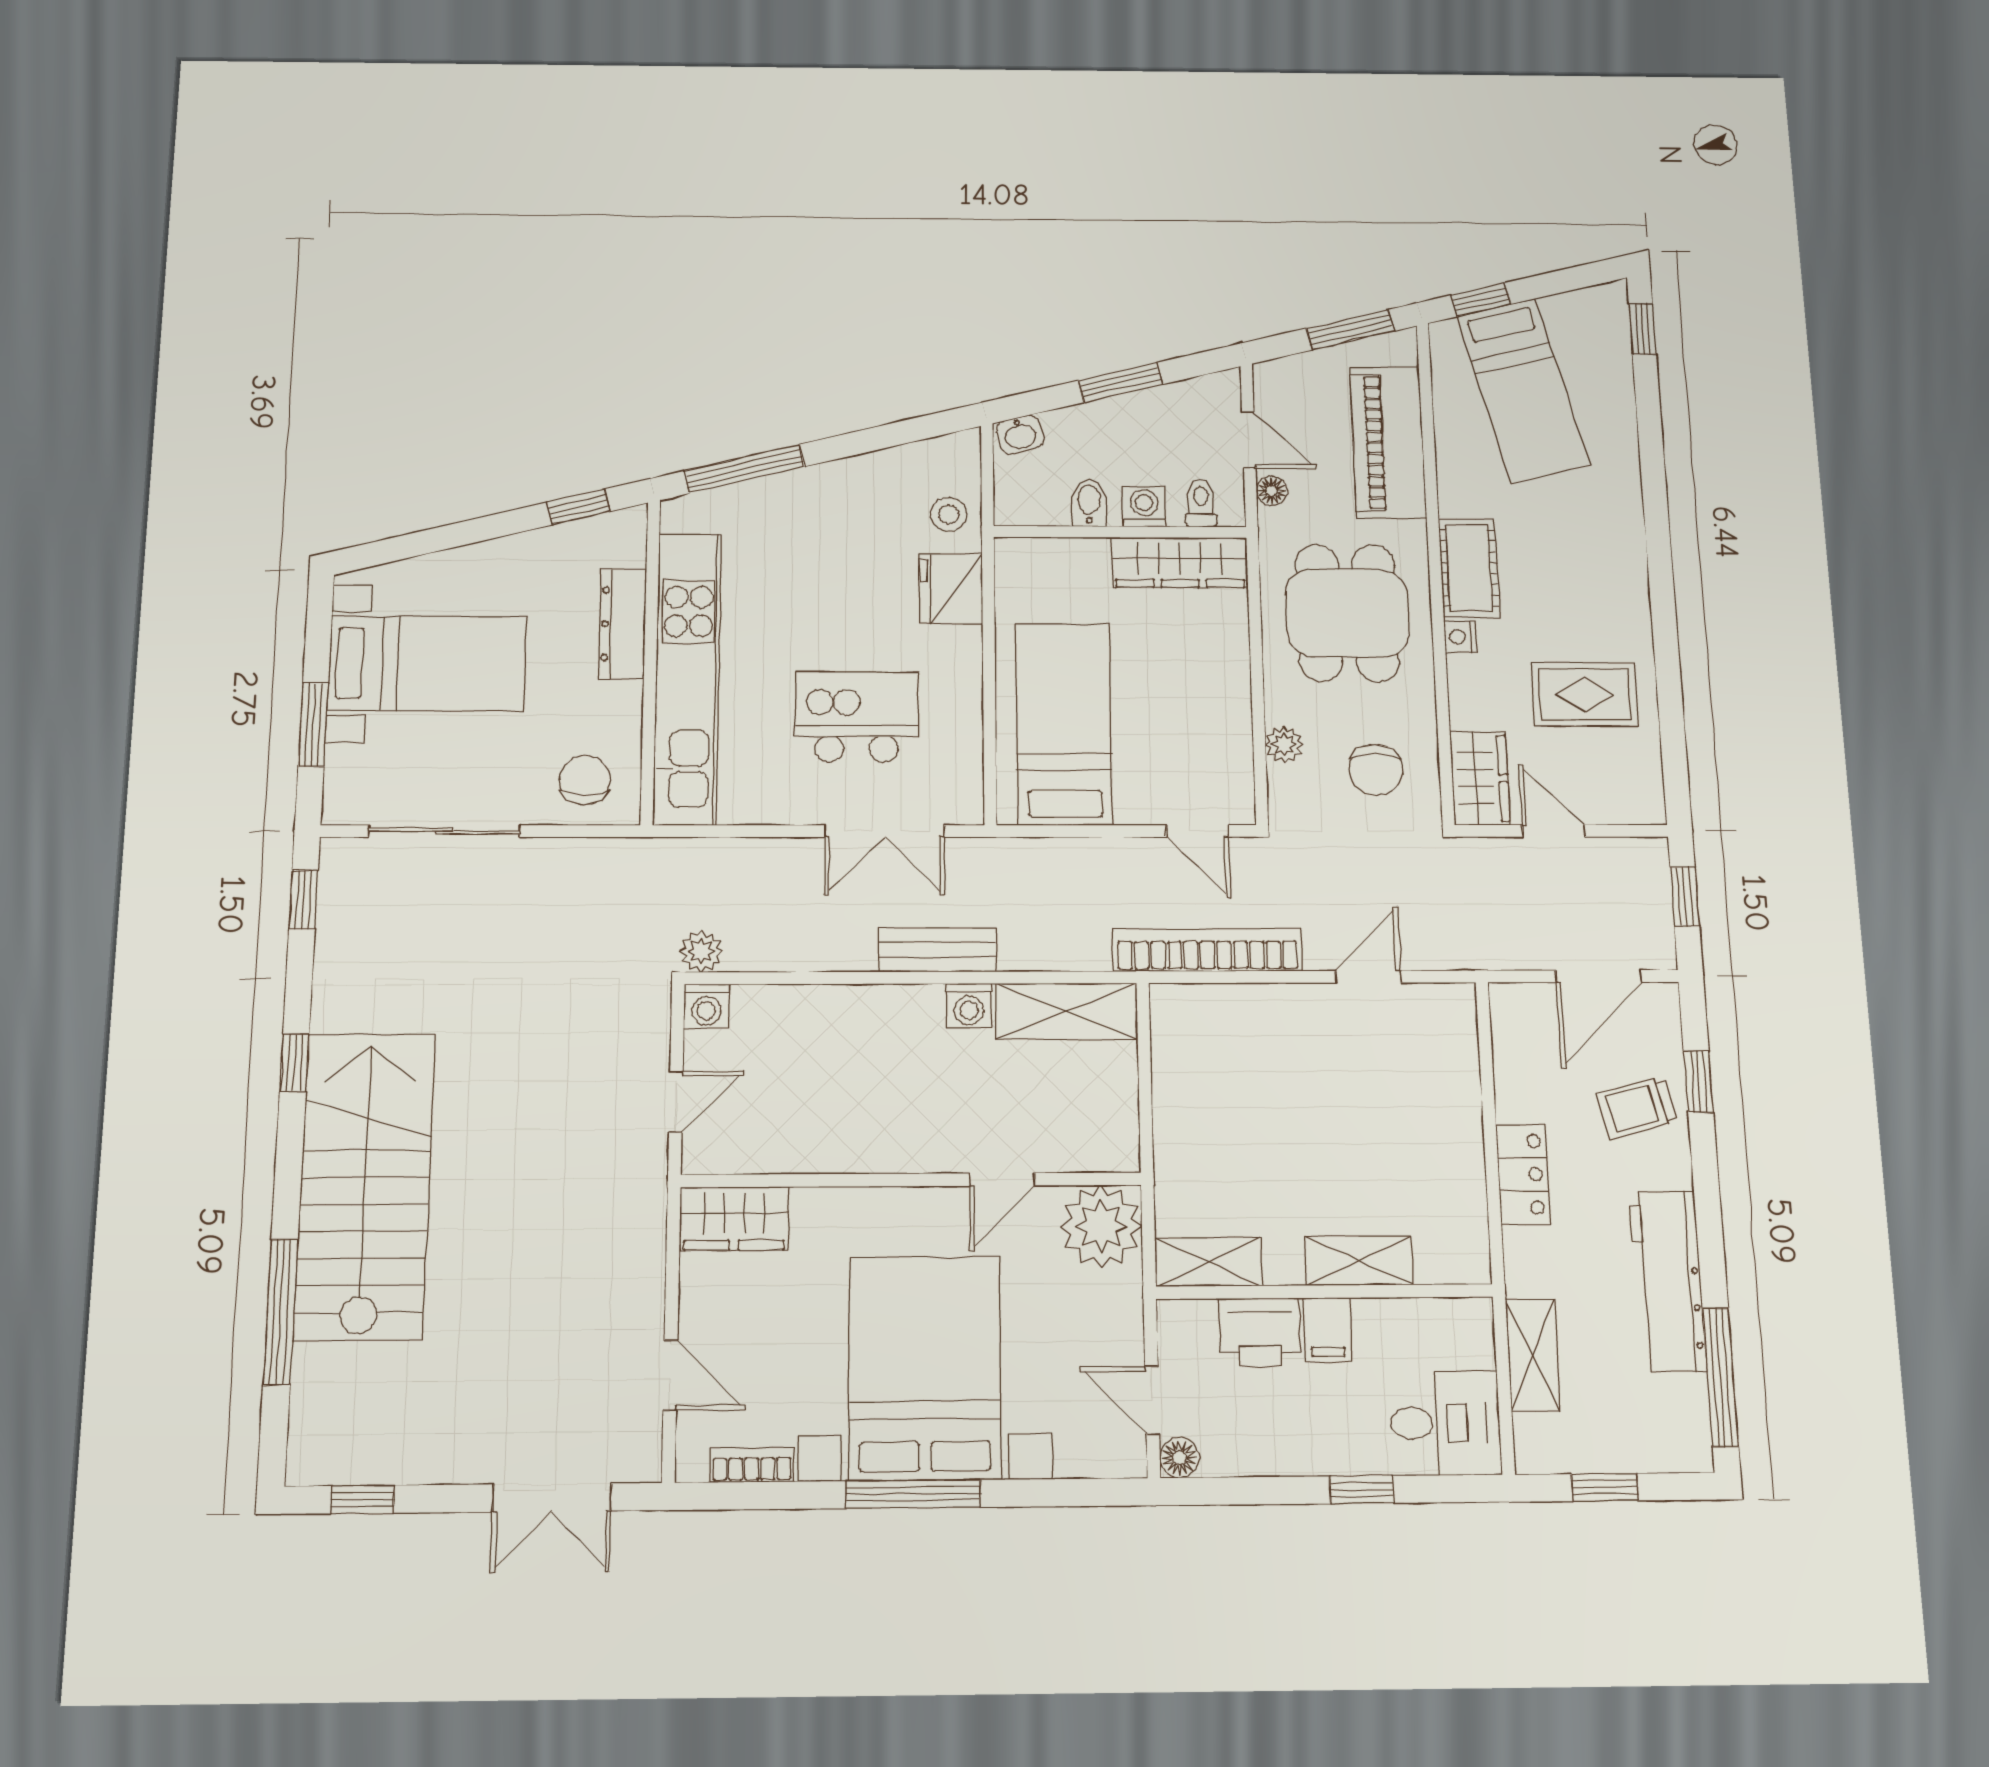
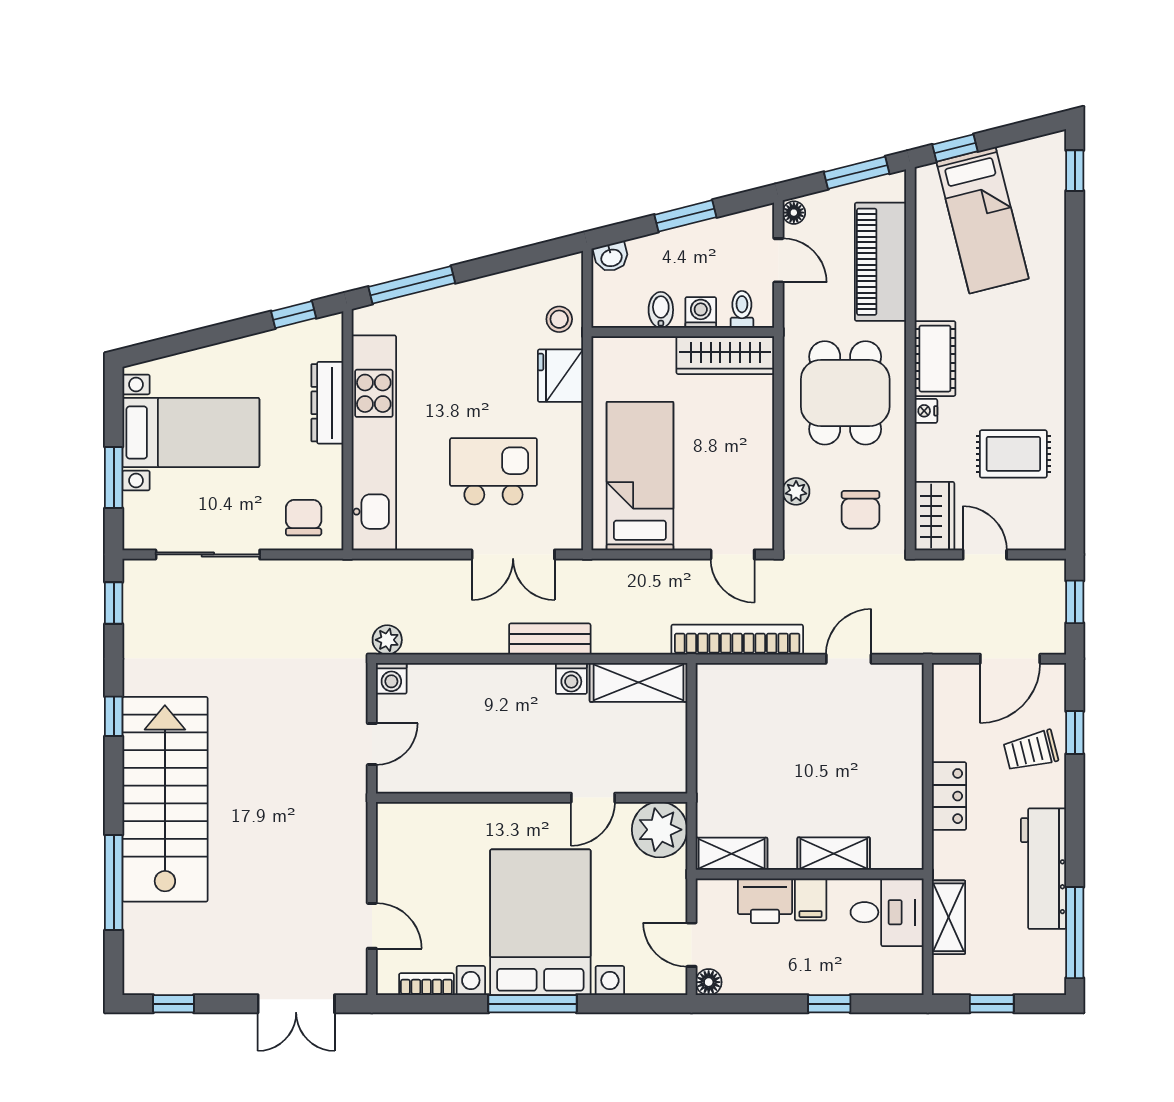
floor lamp: (1272, 491) -> (794, 213), moved
wardrobe: (734, 1219) -> (412, 823), removed
desk: (1445, 1423) -> (887, 912), moved

